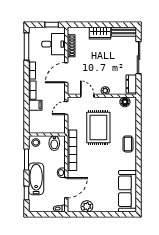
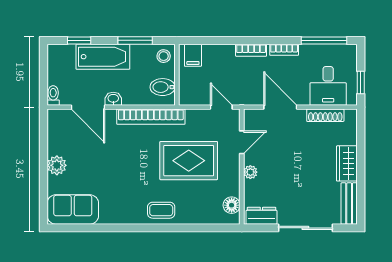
filing cabinet: (35, 105) -> (193, 55), moved
sofa: (128, 191) -> (73, 209), width x0.73
plant: (87, 206) -> (57, 165), moved

